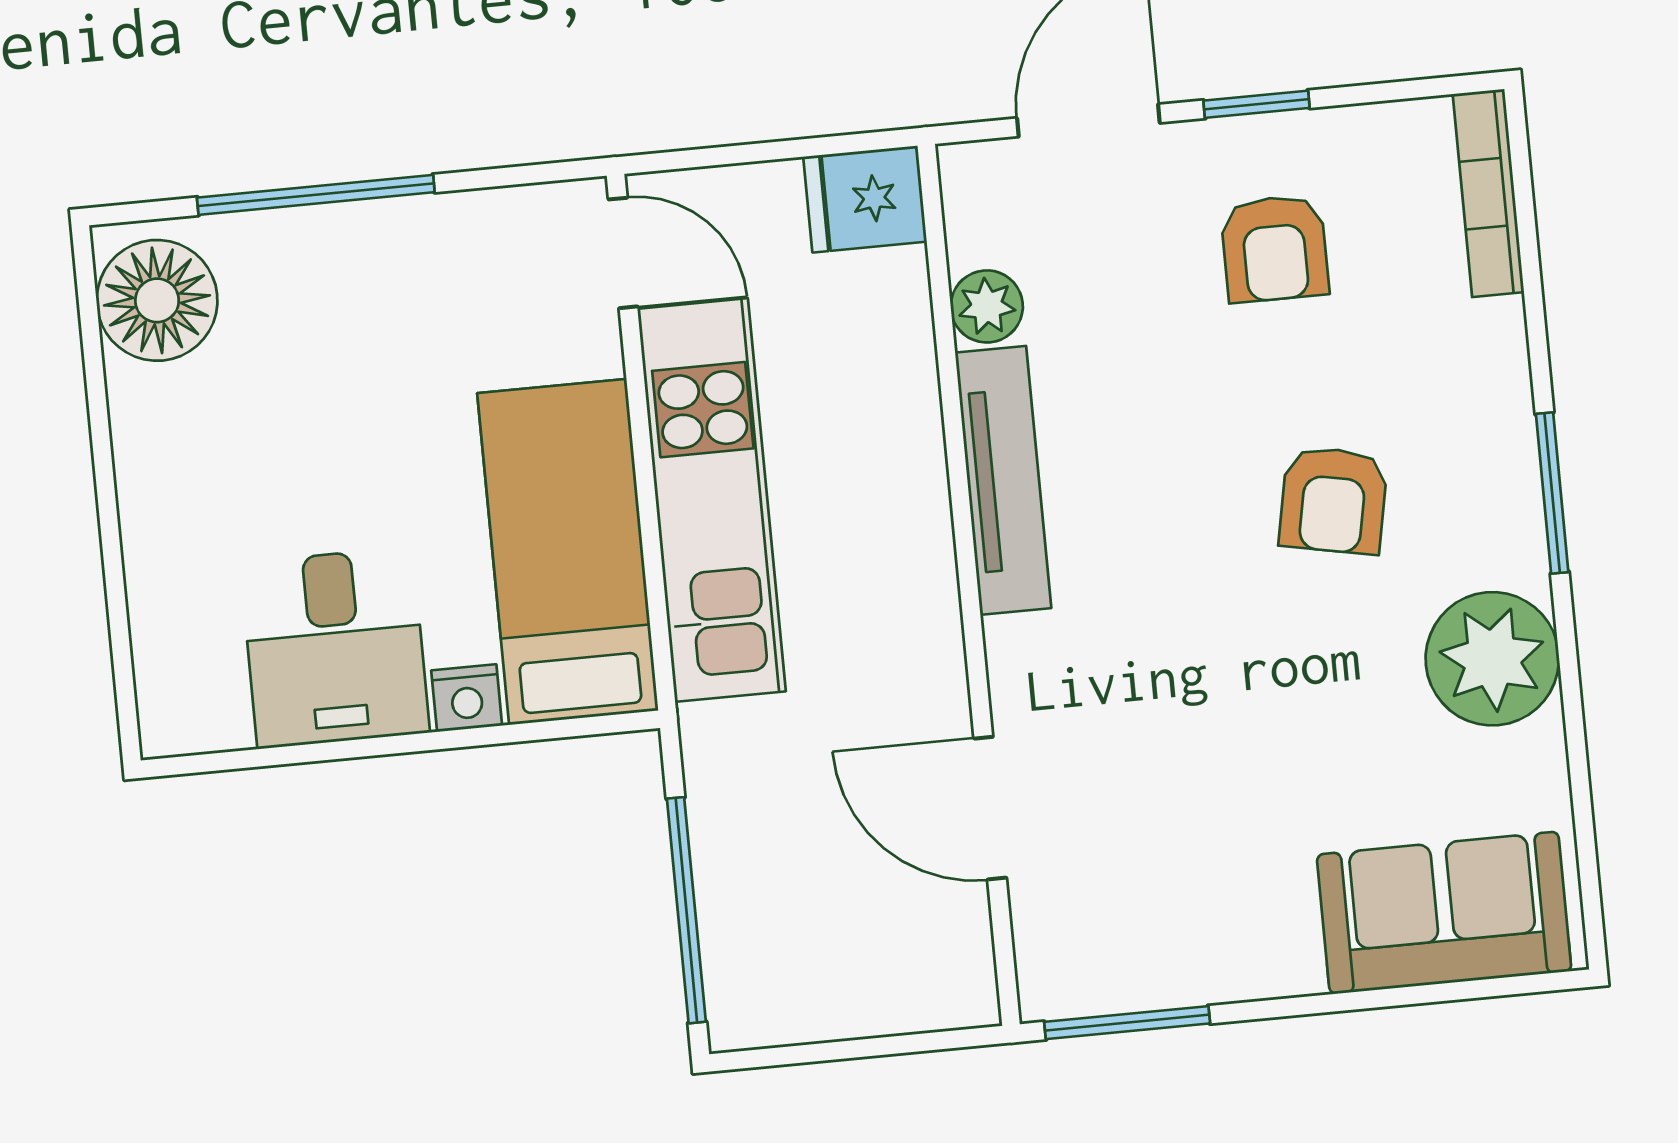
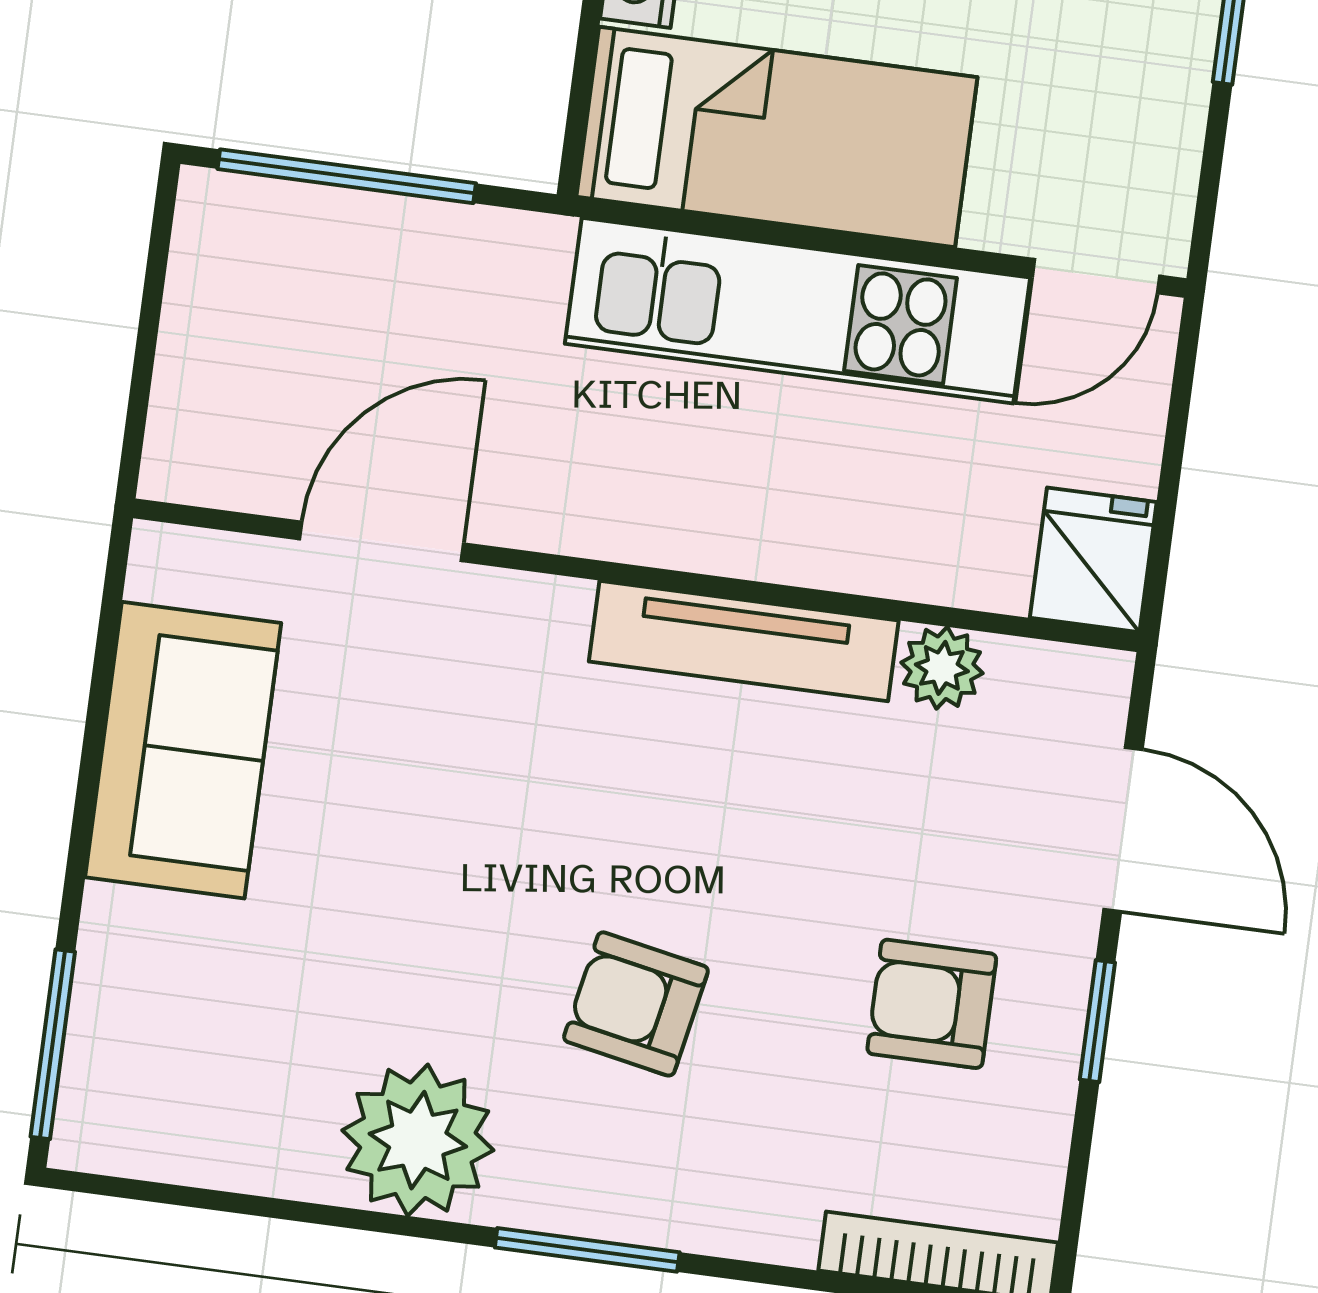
sofa: (1444, 913) -> (183, 750), moved
window: (1127, 1023) -> (53, 1044), moved

